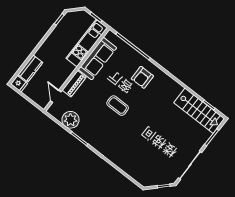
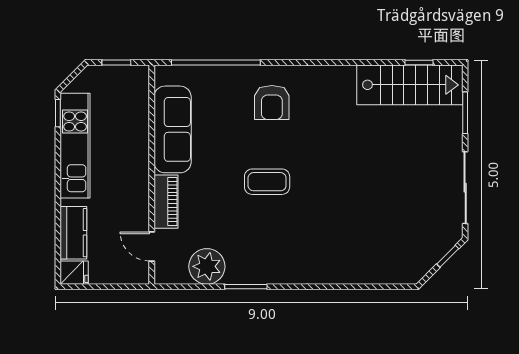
kitchen unit: (87, 43) -> (75, 146), moved, turned 180

